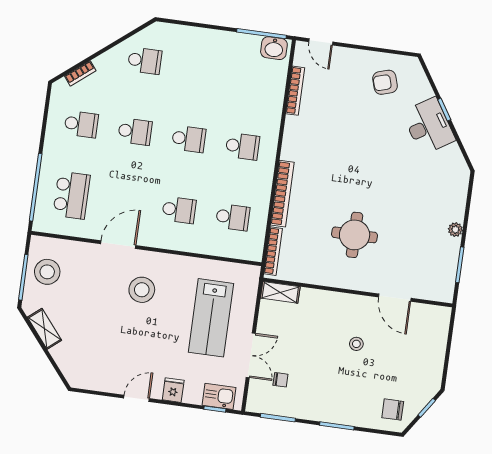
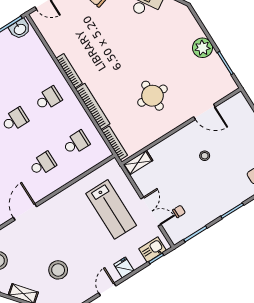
bookcase: (295, 91) -> (69, 71), moved
plant: (455, 230) -> (202, 48), width x1.87, depth x1.87
stool: (142, 290) -> (58, 270), moved

